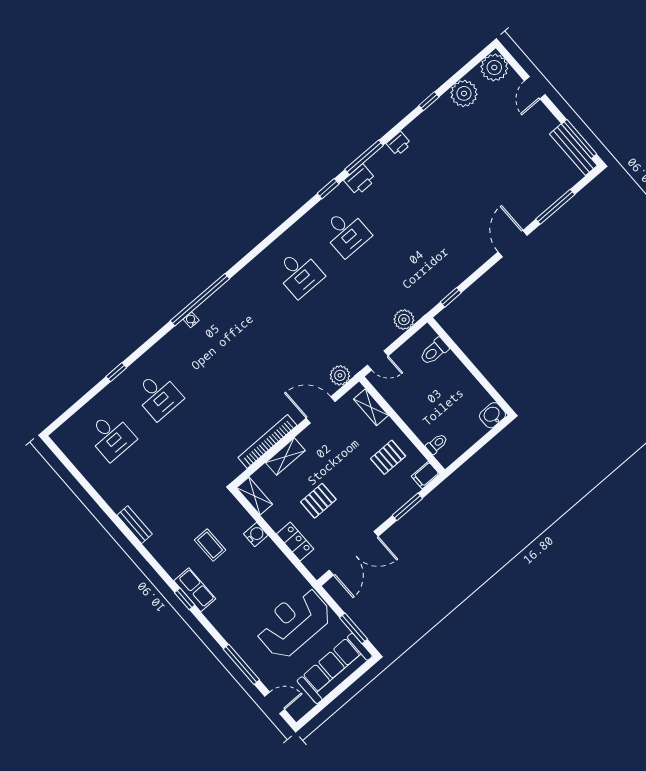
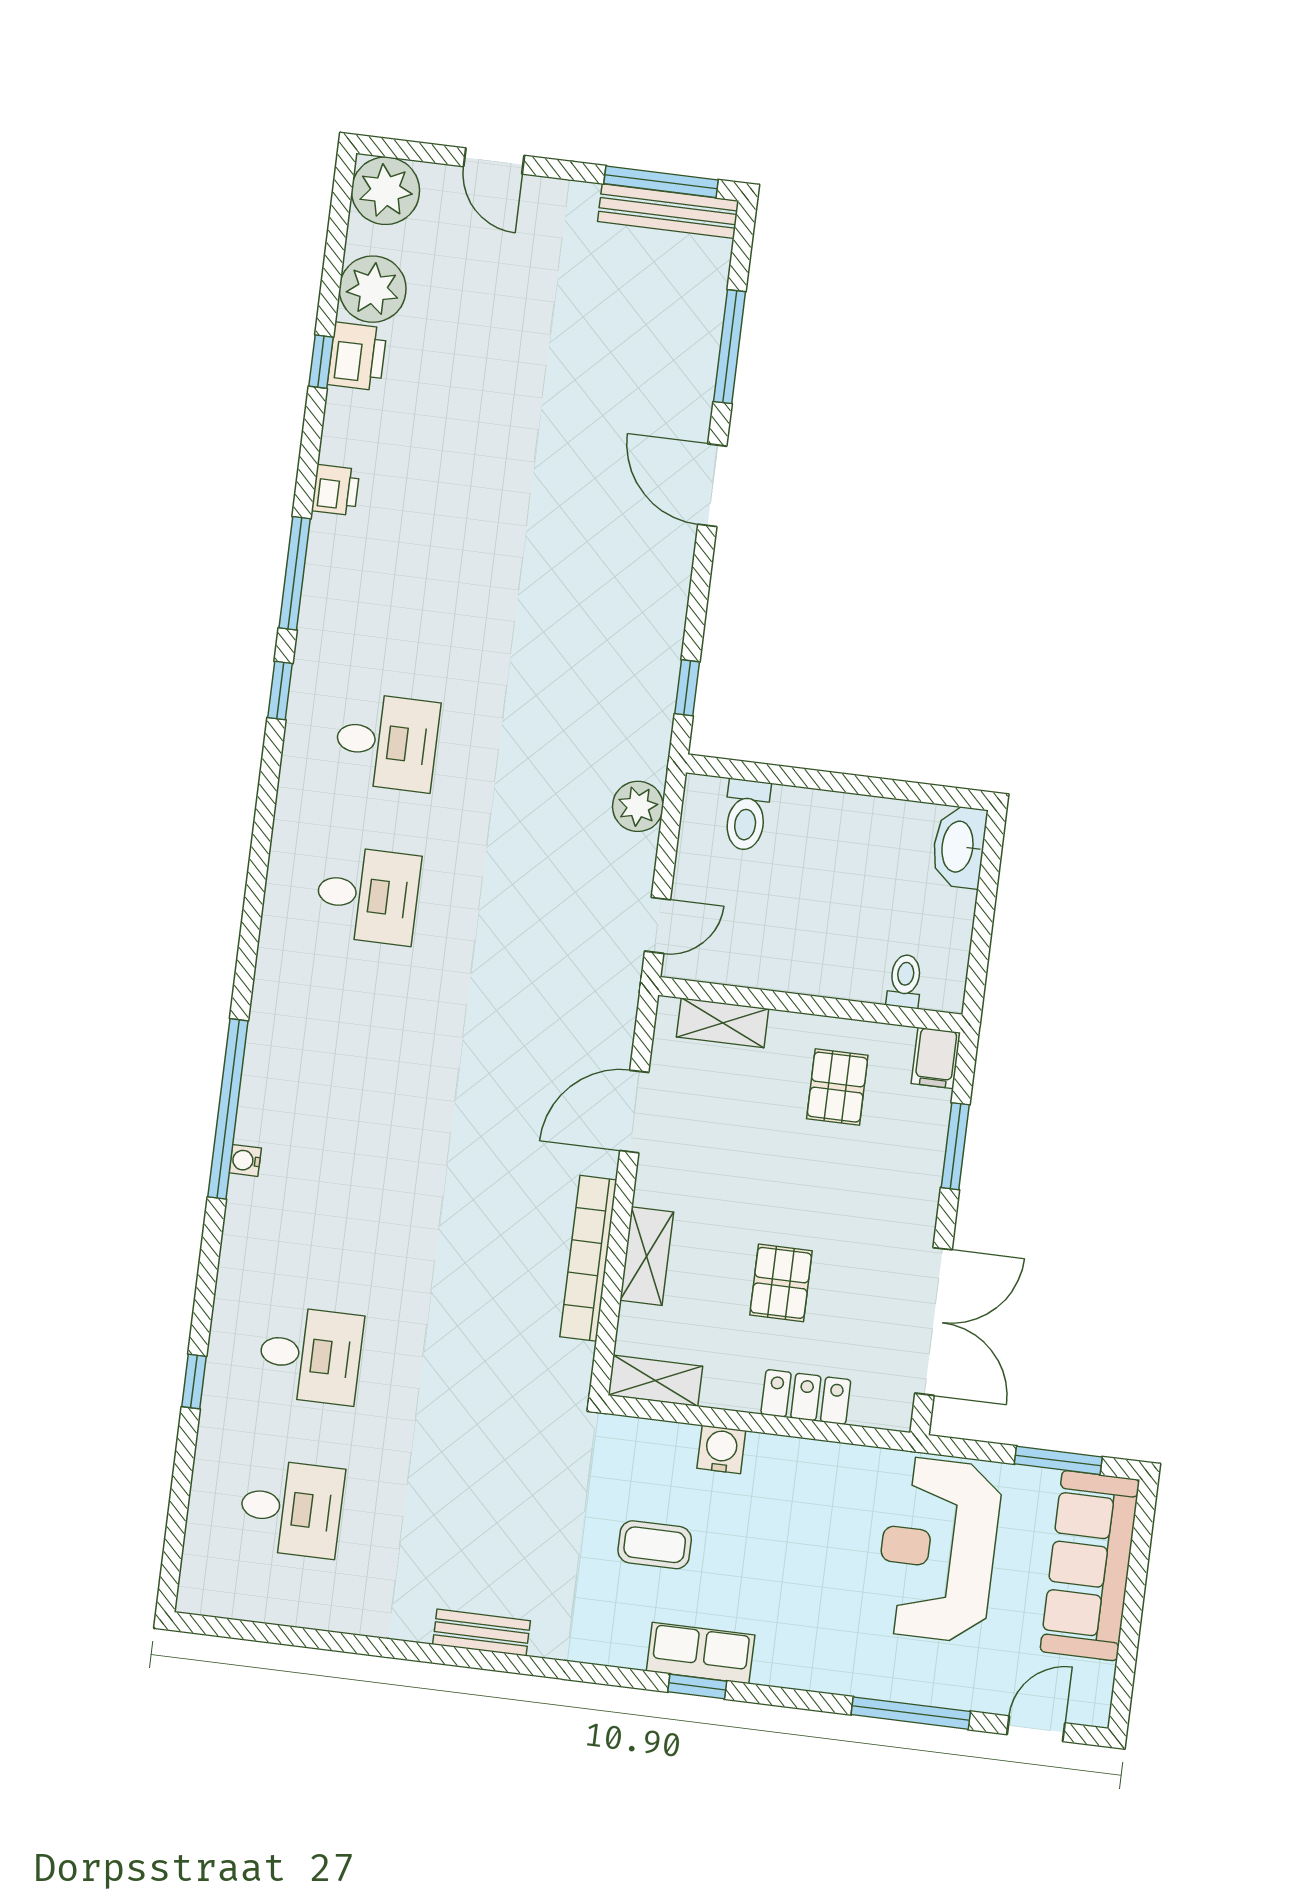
printer: (360, 180) -> (357, 356), moved
plant: (340, 375) -> (612, 1016), removed
washbasin: (493, 415) -> (959, 847), width x1.38

